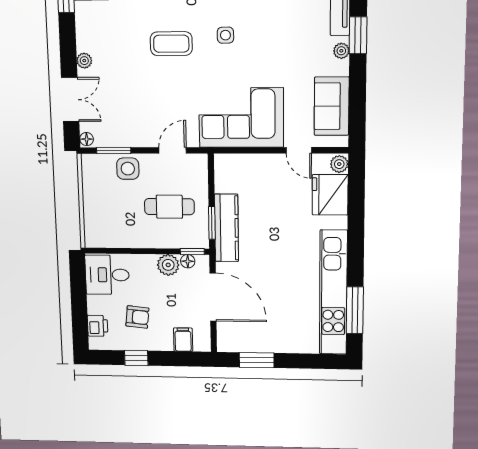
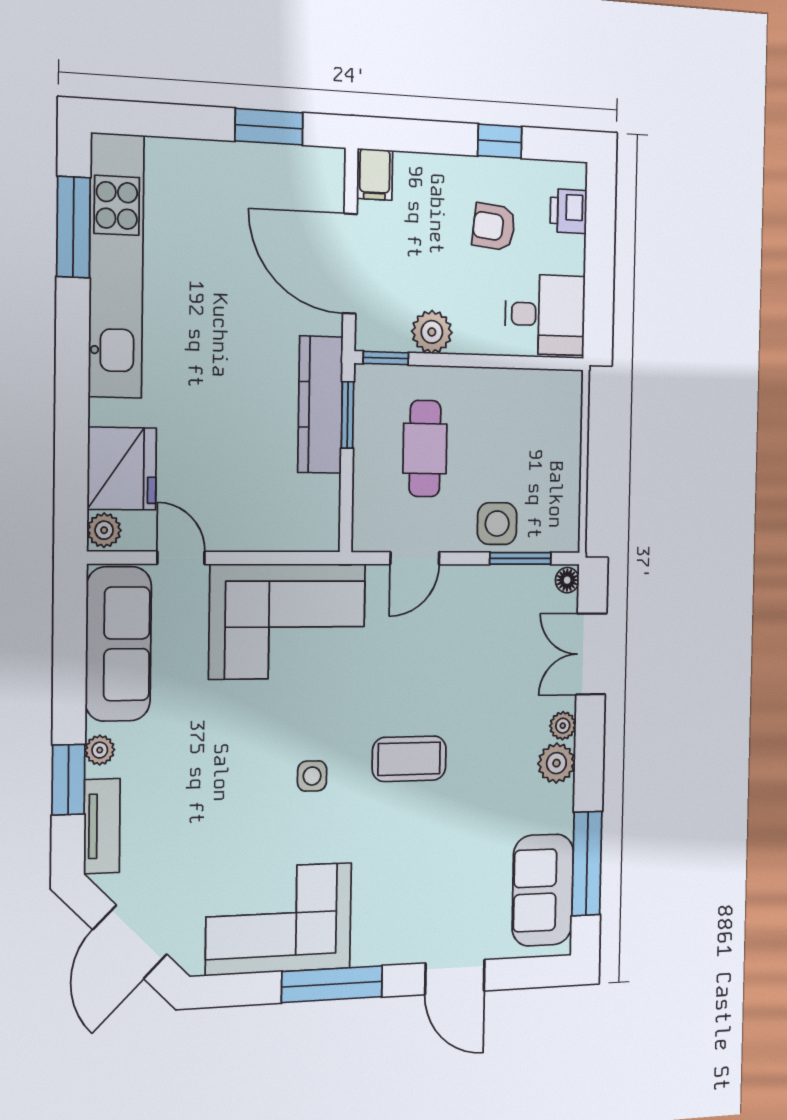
plant: (87, 40) -> (556, 763), added
sofa: (332, 106) -> (118, 644), width x1.36
cafe table: (169, 207) -> (425, 449), turned 90
floor lamp: (188, 261) -> (395, 339), removed
filing cabinet: (183, 340) -> (375, 174), moved

